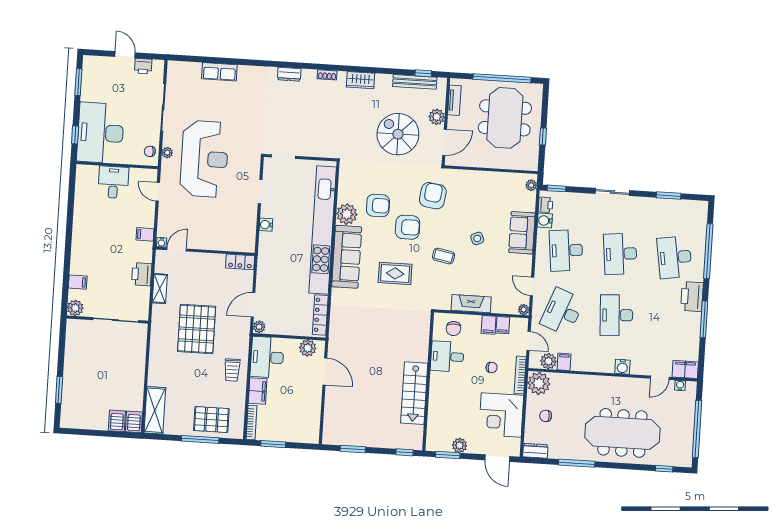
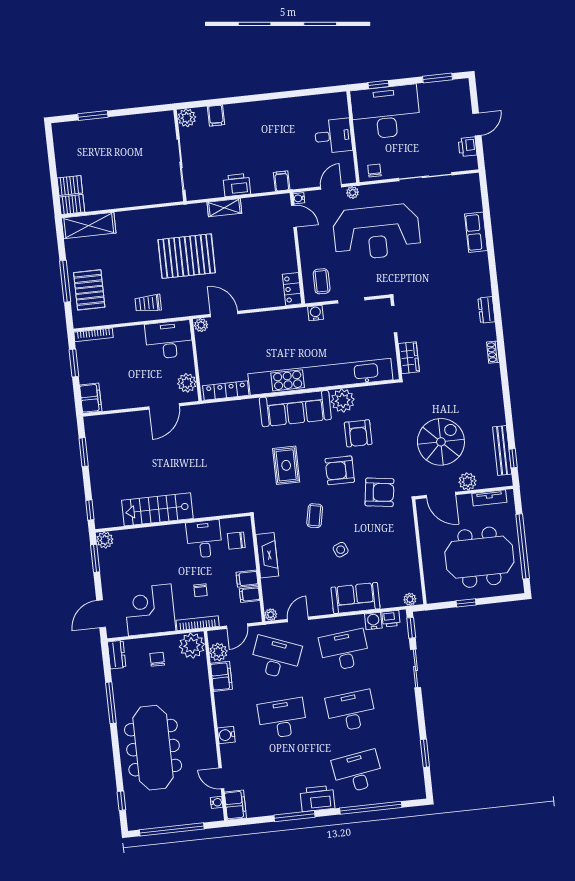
wardrobe: (361, 80) -> (409, 358), moved, turned 180
plant: (167, 153) -> (353, 192), moved
sliding door: (612, 192) -> (416, 668), moved
coffee table: (239, 215) -> (322, 281), added
armchair: (408, 227) -> (340, 470), turned 90
water cooler: (162, 242) -> (299, 198), moved
door: (177, 249) -> (294, 216), moved
wall: (205, 251) -> (297, 248), moved
locker: (240, 262) -> (292, 289), moved
filing cabinet: (564, 362) -> (221, 676), width x2.00
filing cabinet: (258, 391) -> (91, 398), moved, turned -90
plant: (460, 445) -> (105, 540), moved

